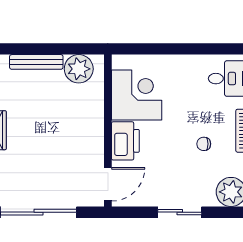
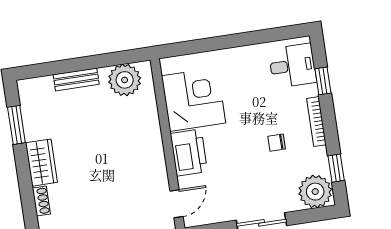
bench: (36, 62) -> (76, 79), width x0.73
door: (108, 184) -> (177, 204), width x0.73

